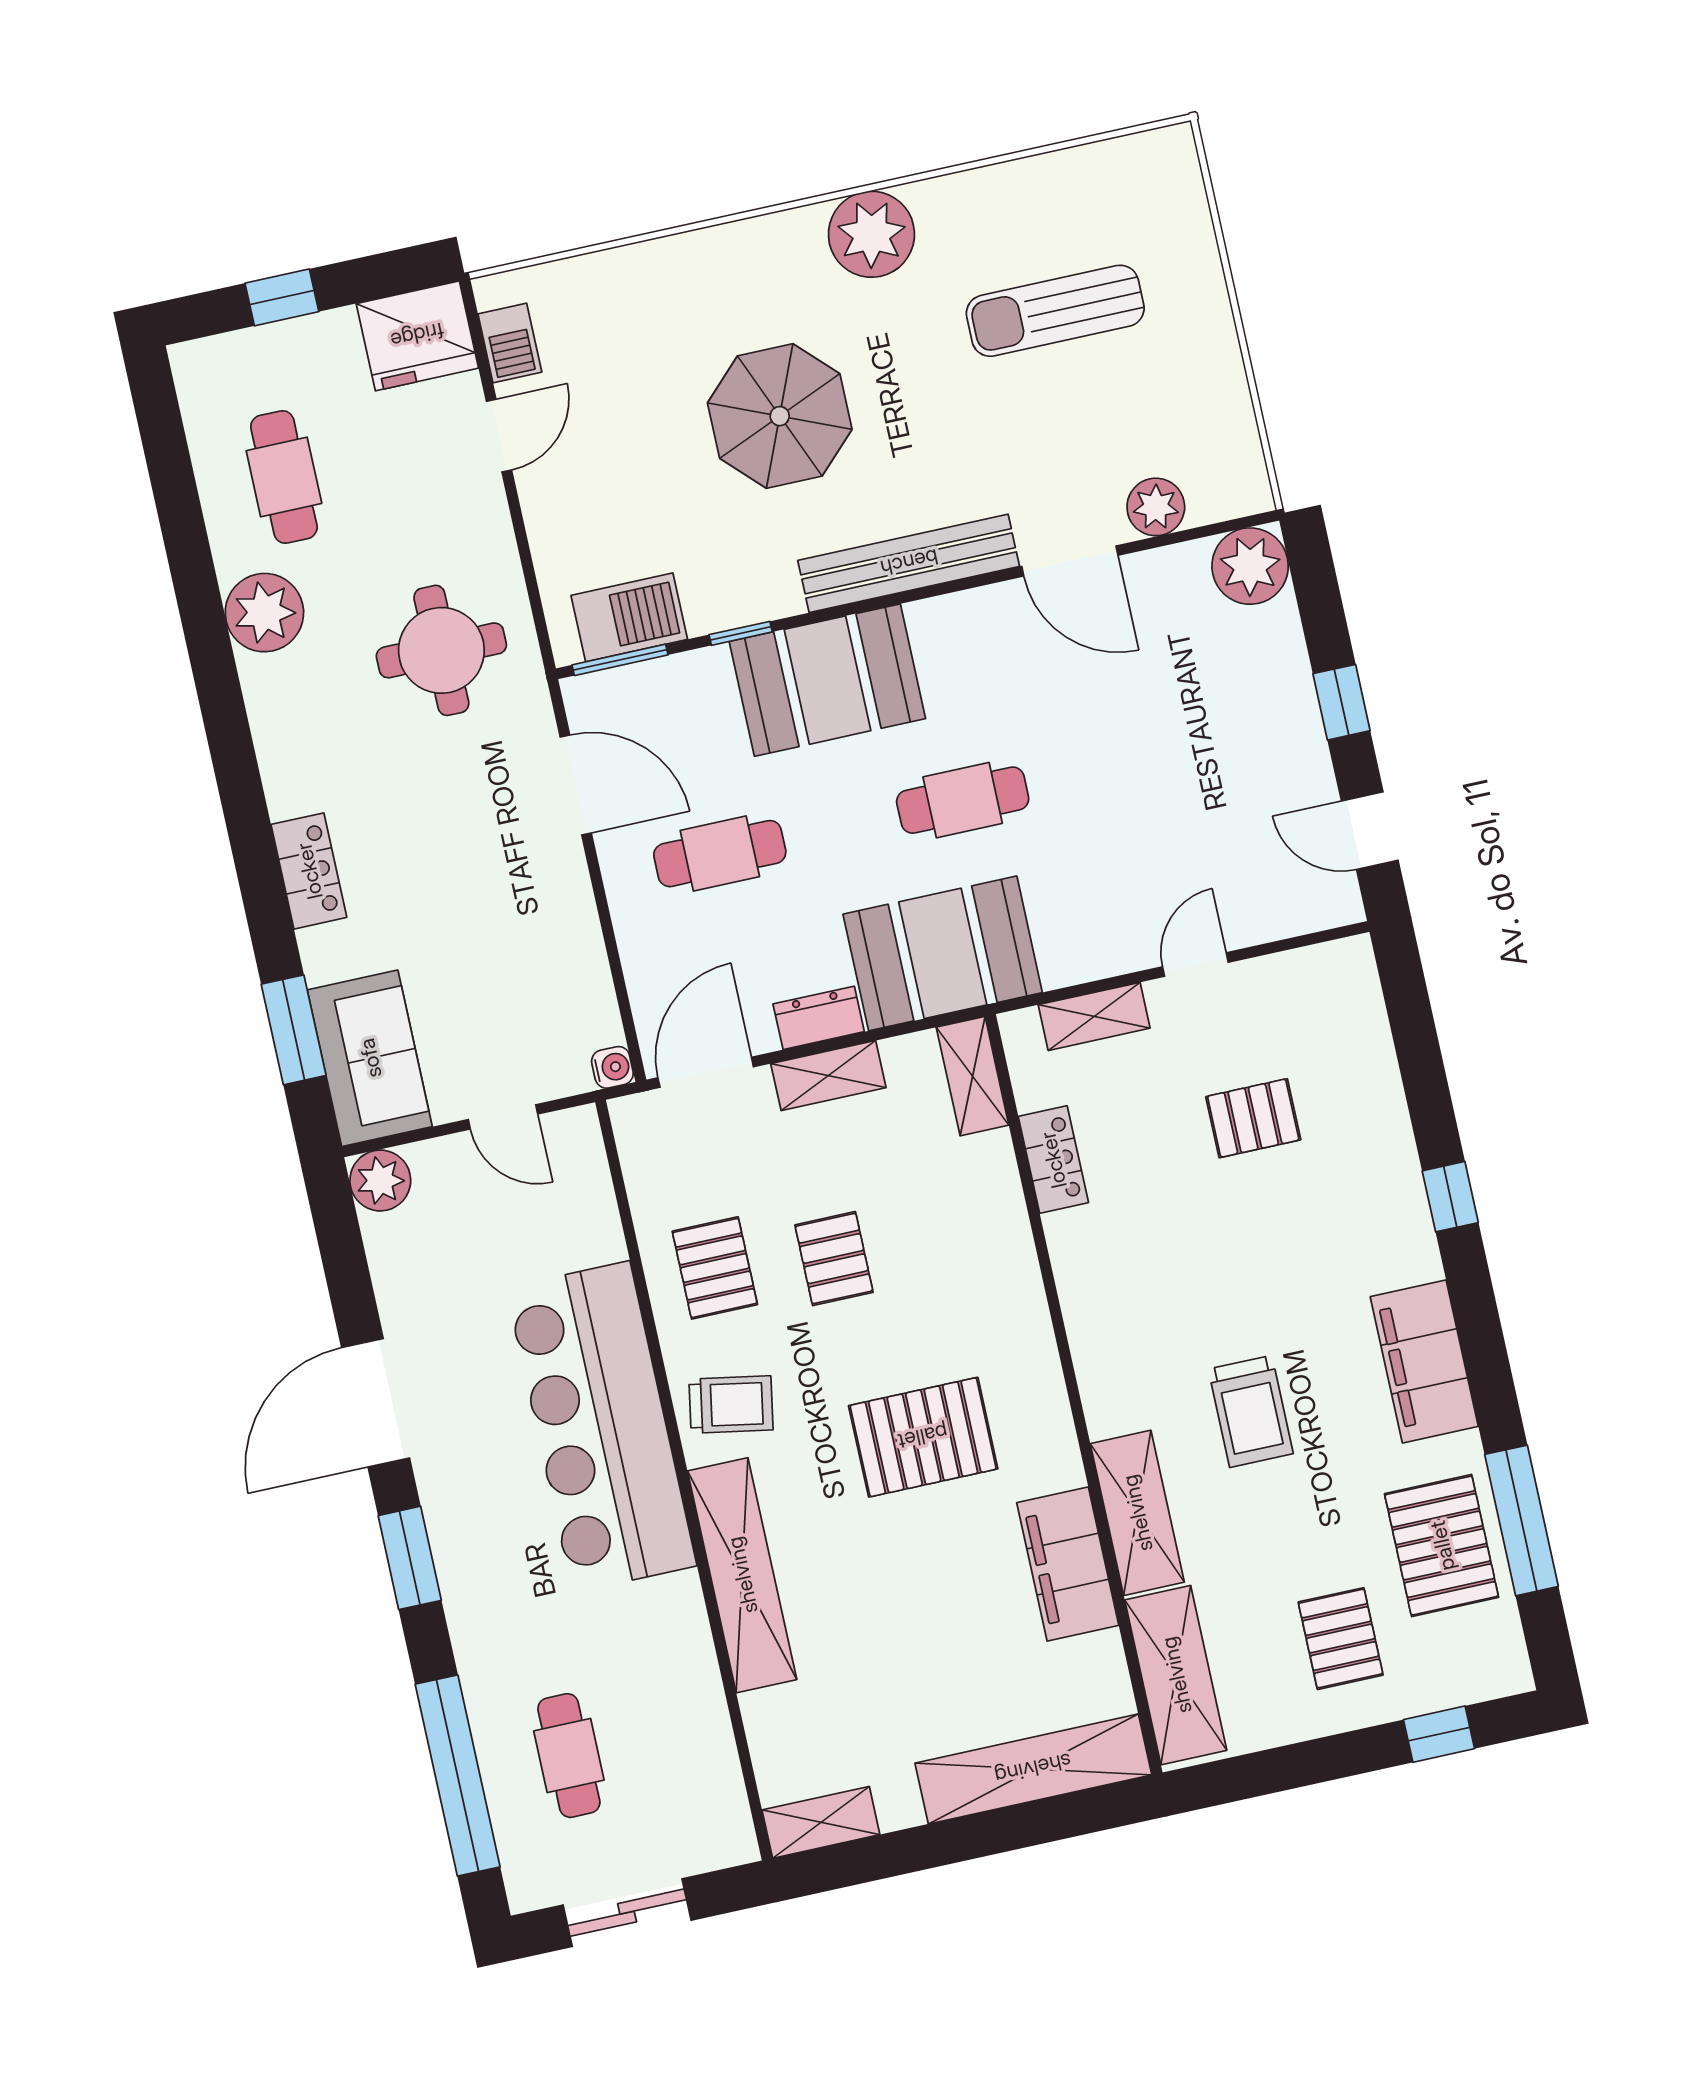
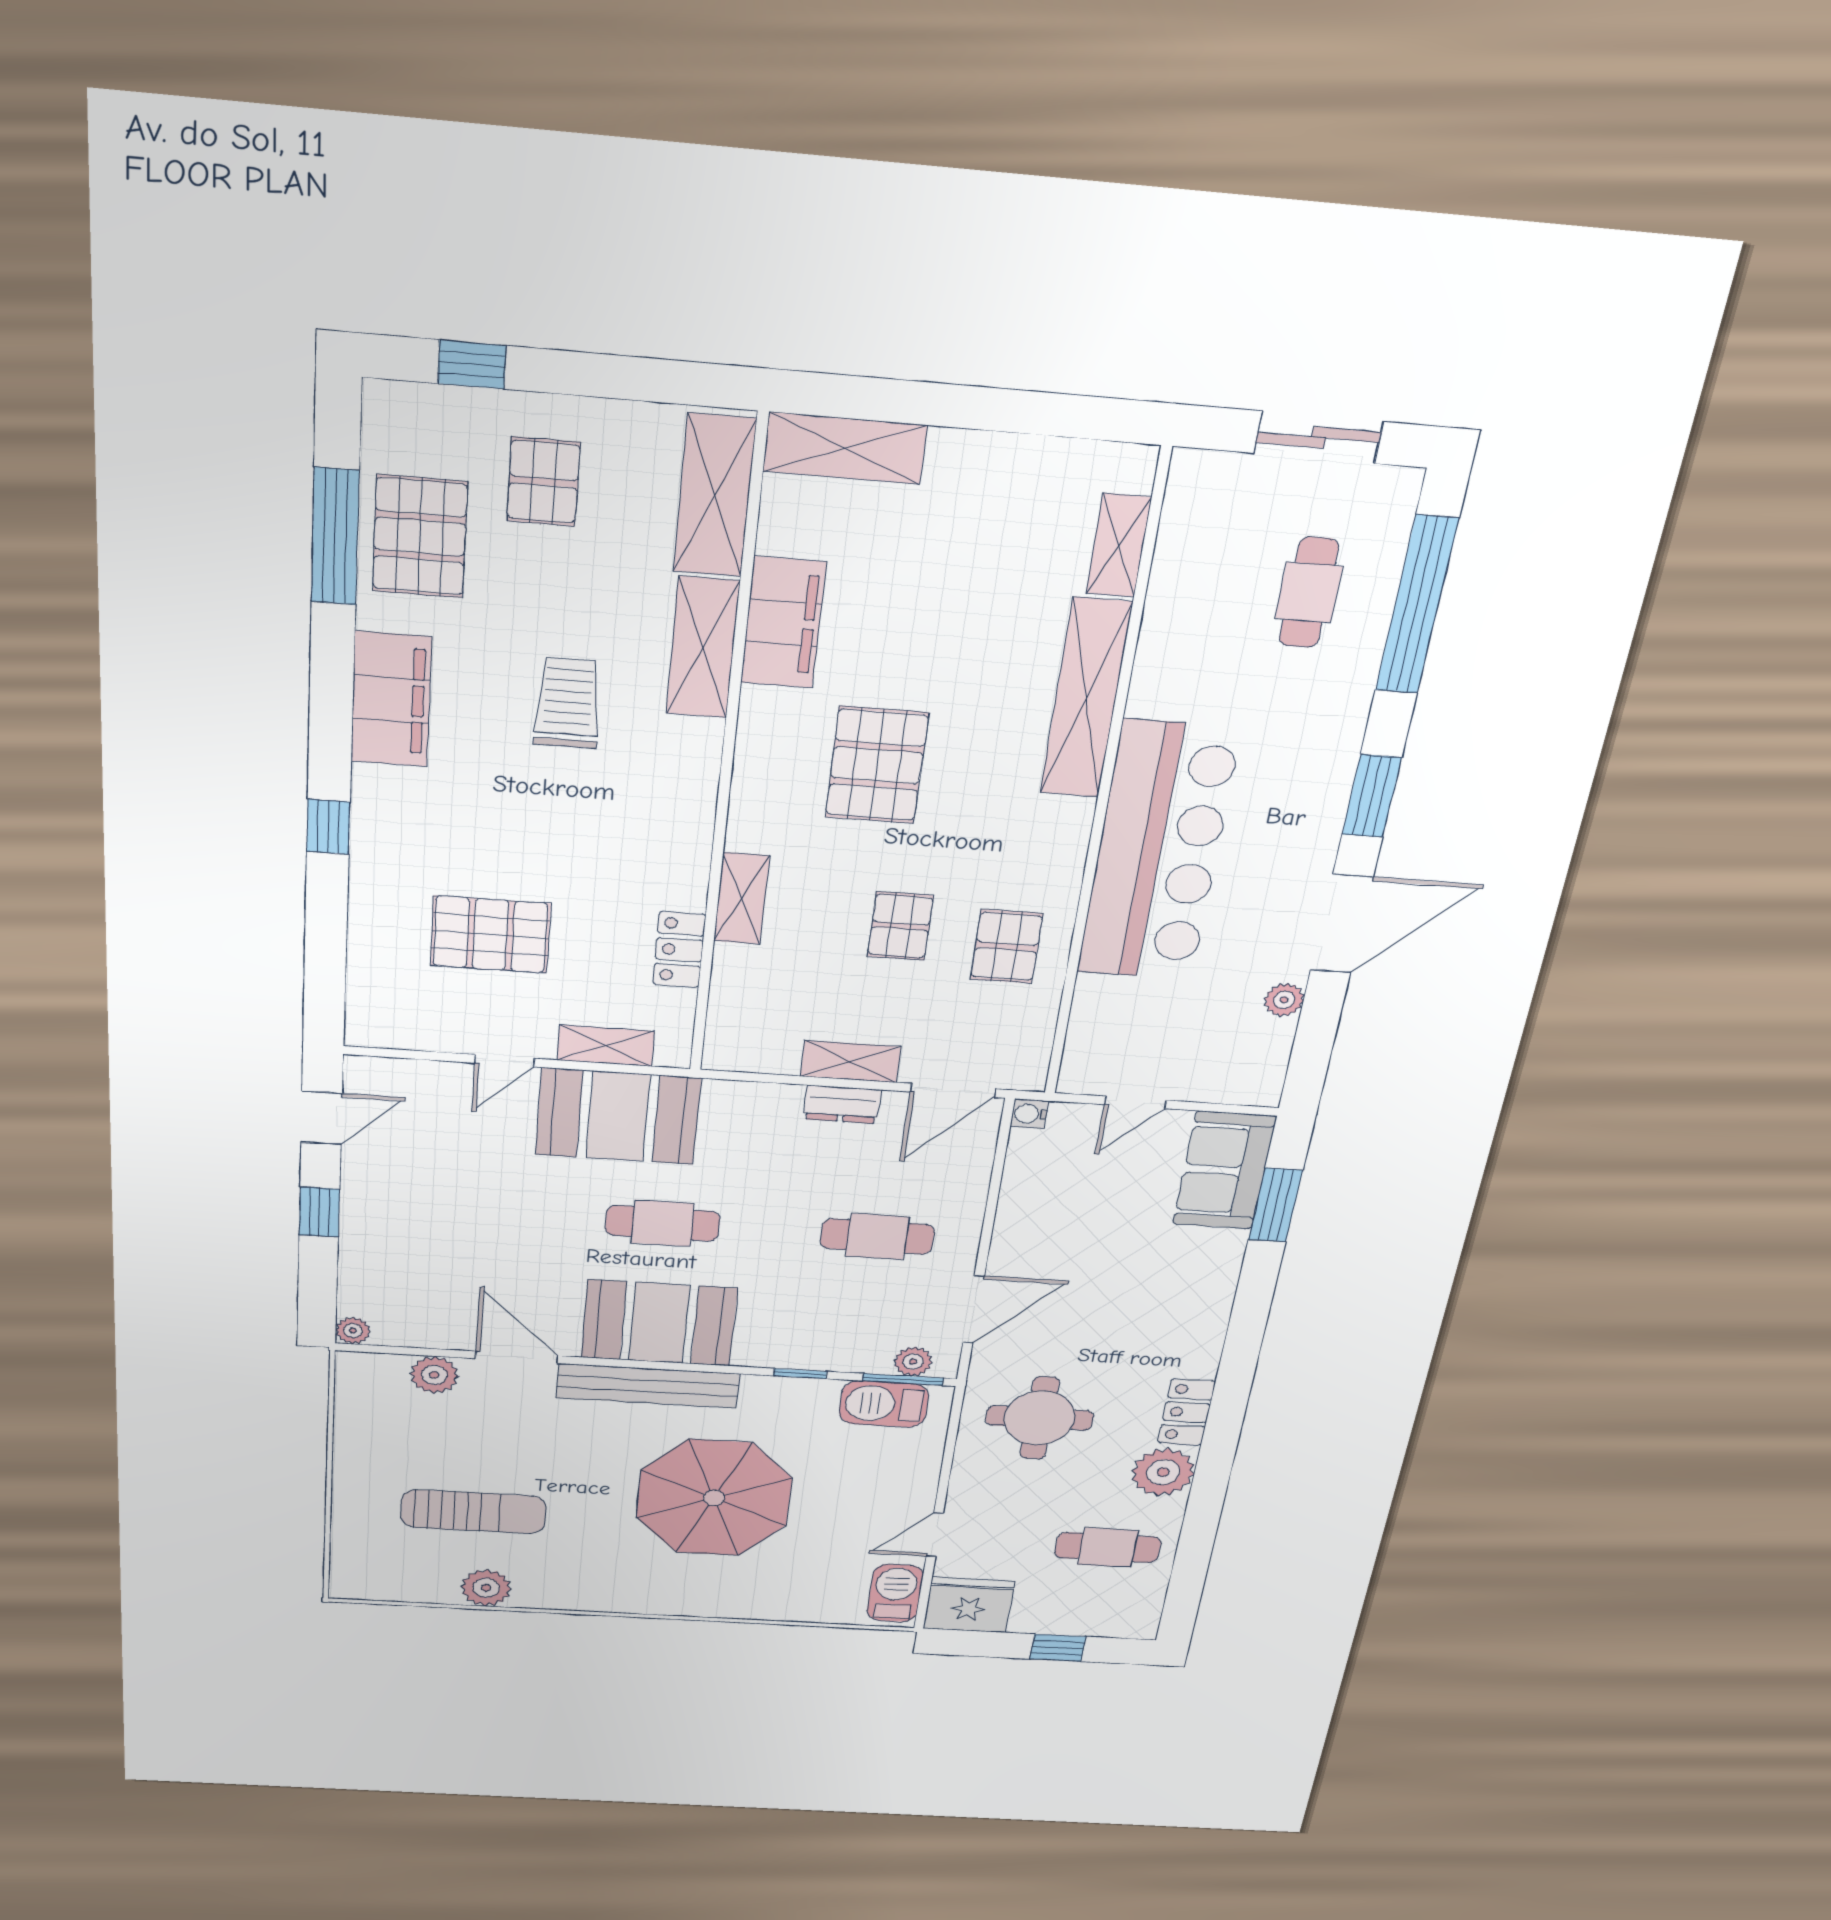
plant: (871, 234) -> (486, 1588), moved, width x0.73, depth x0.73
barbecue: (510, 343) -> (895, 1593), width x1.38, depth x1.27
parasol: (780, 416) -> (714, 1498), width x1.36, depth x1.36
cafe table: (284, 477) -> (1108, 1547), turned 90
plant: (1250, 566) -> (353, 1331), width x0.53, depth x0.53
booth: (827, 680) -> (659, 1323), moved
plant: (618, 690) -> (913, 1362), added
door: (576, 785) -> (974, 1309), swing flipped
door: (1370, 831) -> (321, 1118), hinge flipped
locker: (309, 871) -> (1187, 1412), moved
booth: (943, 953) -> (618, 1116), moved
shelving: (973, 1076) -> (741, 898), moved
door: (503, 1117) -> (1135, 1102), swing flipped
pallet: (1253, 1118) -> (490, 935), width x1.50, depth x1.42
plant: (380, 1180) -> (1284, 1000), moved, width x0.73, depth x0.73
trolley: (731, 1405) -> (1037, 838), removed
pallet: (923, 1437) -> (877, 765), turned 90
shelving: (1033, 1769) -> (845, 448), width x0.68
shelving: (821, 1822) -> (1119, 546), moved, turned 90

